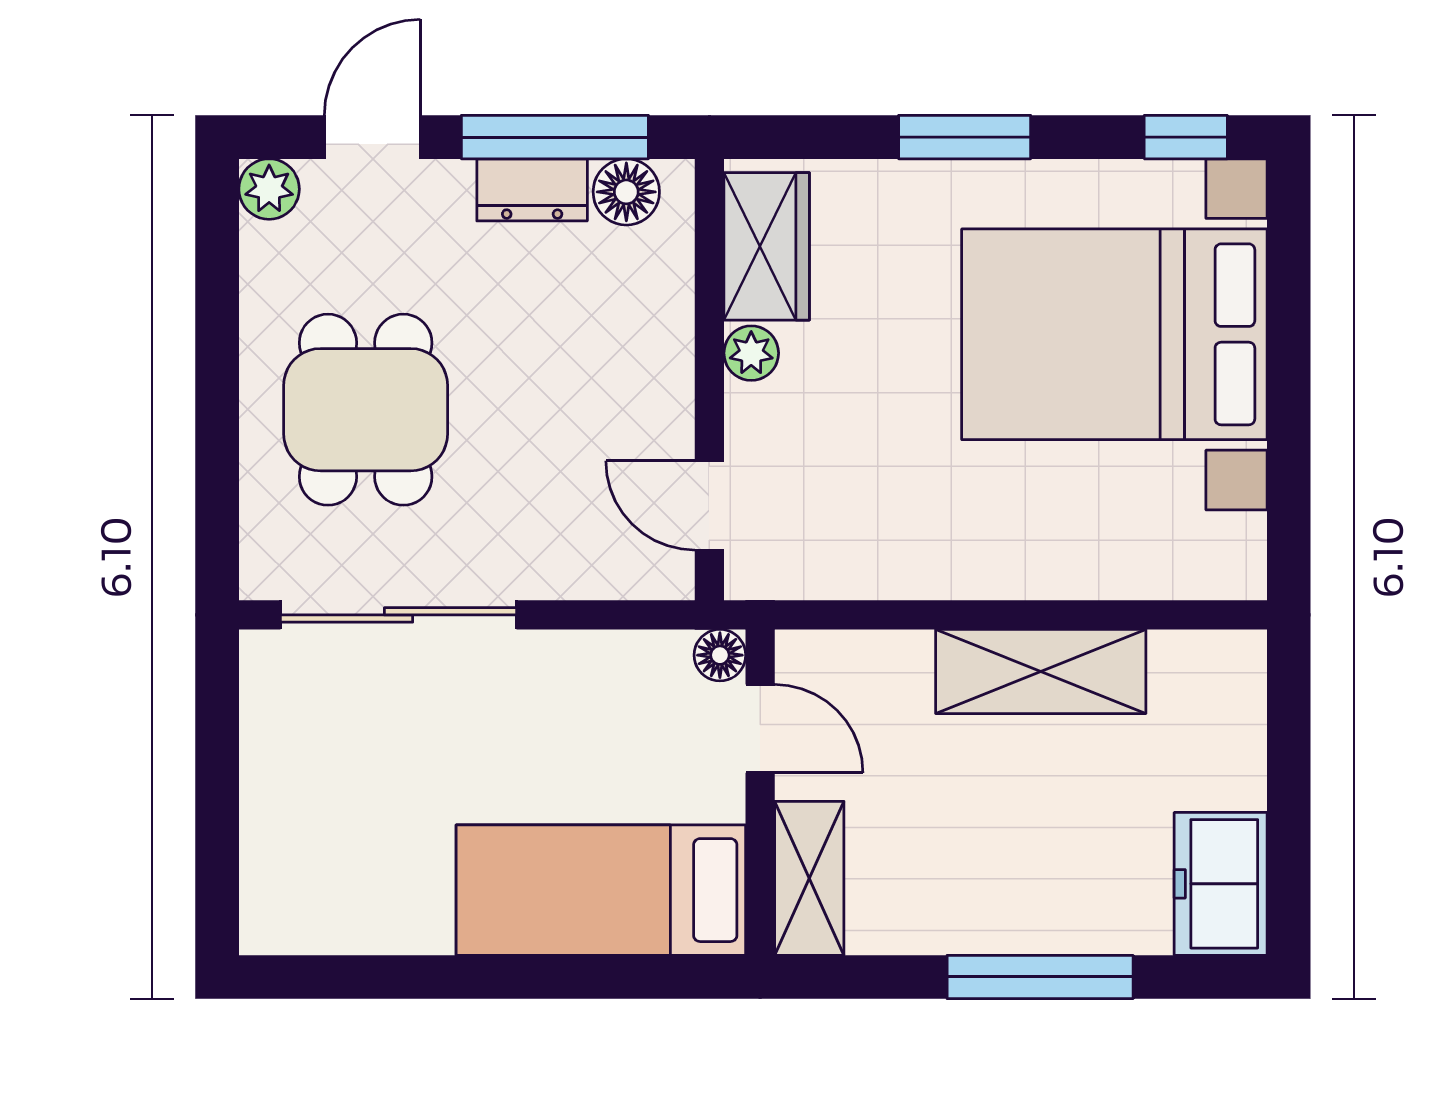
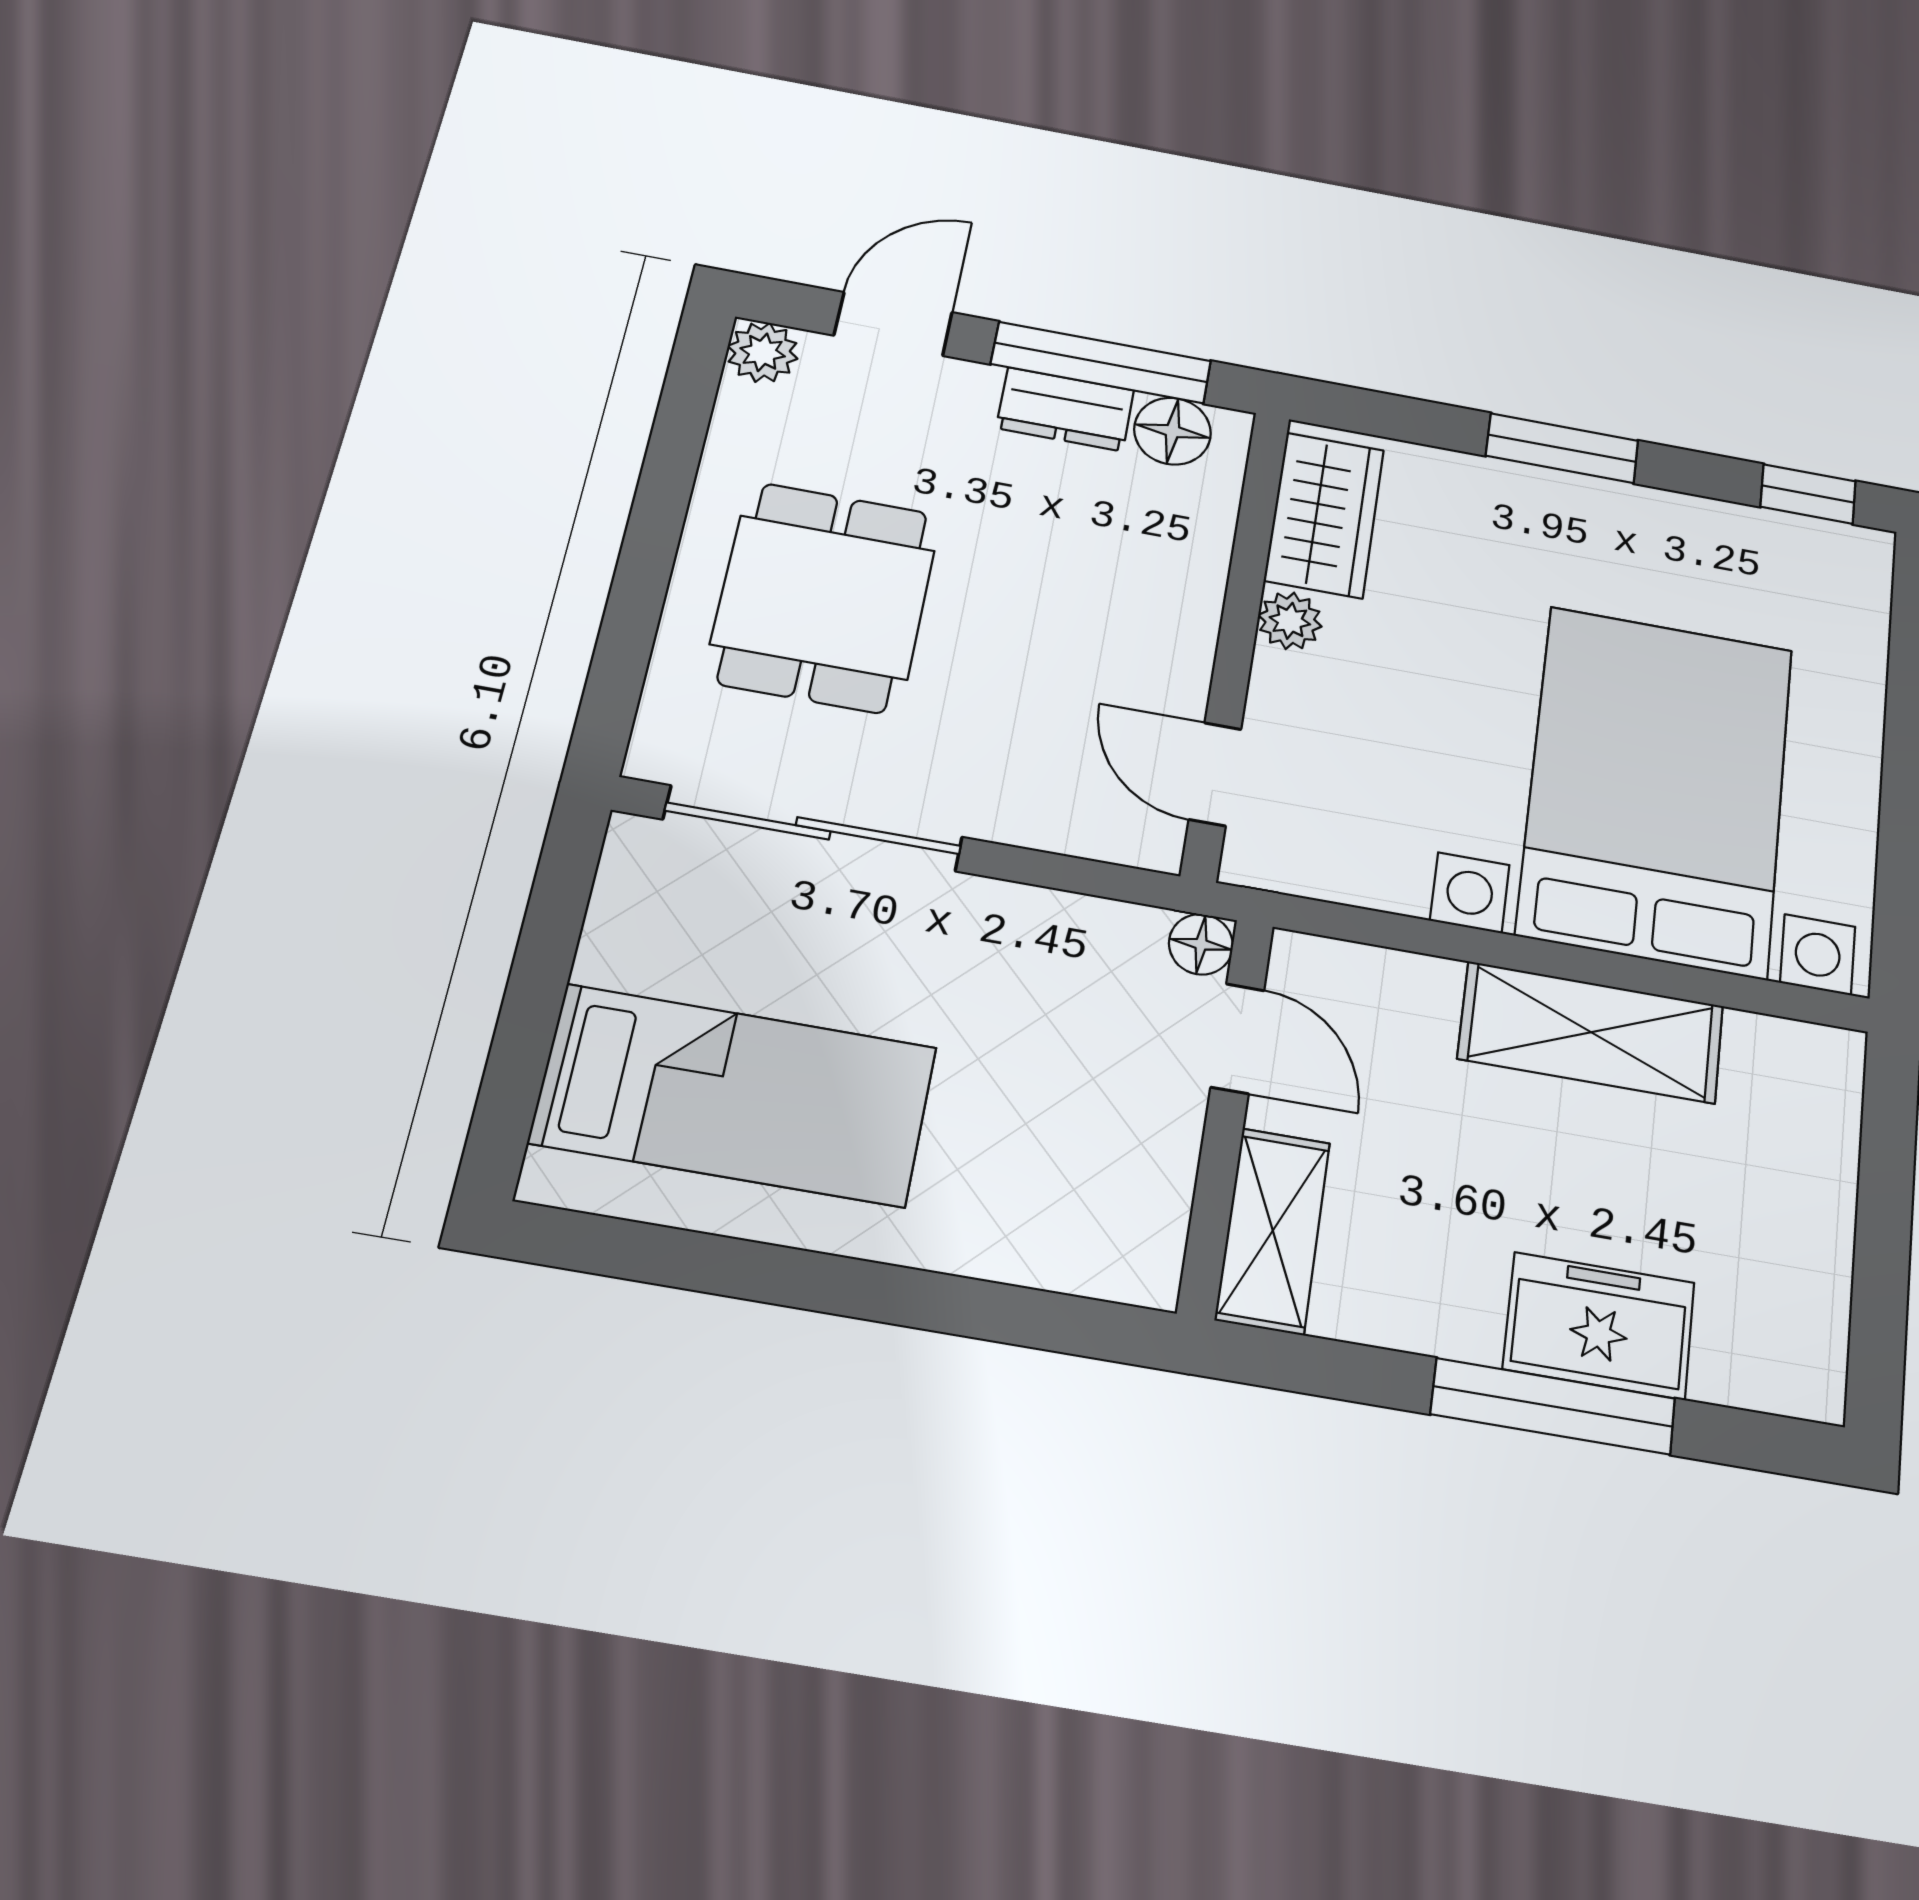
bed with nightstands: (1114, 334) -> (1657, 790), moved, turned 90
freezer: (1221, 884) -> (1599, 1326), moved, turned 90
bed: (601, 890) -> (734, 1095), moved, turned 180

